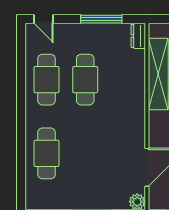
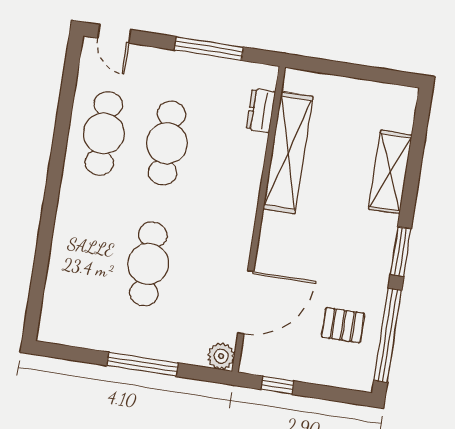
dresser: (138, 36) -> (261, 111), moved
cafe table: (47, 153) -> (148, 264), moved

